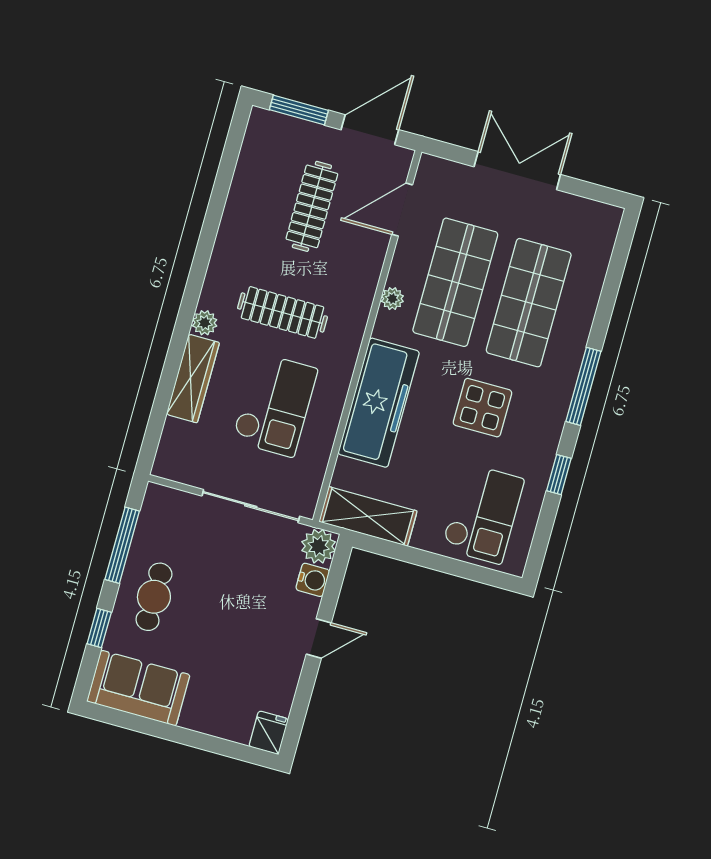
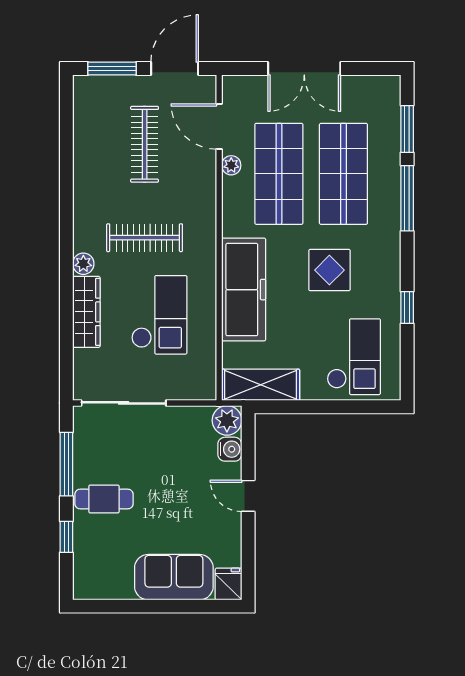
double door: (517, 171) -> (304, 69), swing flipped
door: (402, 210) -> (219, 126), hinge flipped
window: (615, 272) -> (407, 129), added
plant: (392, 299) -> (231, 165), moved
window: (583, 386) -> (407, 198), moved
sliding door: (251, 506) -> (124, 403), moved
cafe table: (154, 597) -> (104, 499), turned 90
door: (319, 639) -> (248, 496), swing flipped
sofa: (138, 688) -> (174, 577), moved

